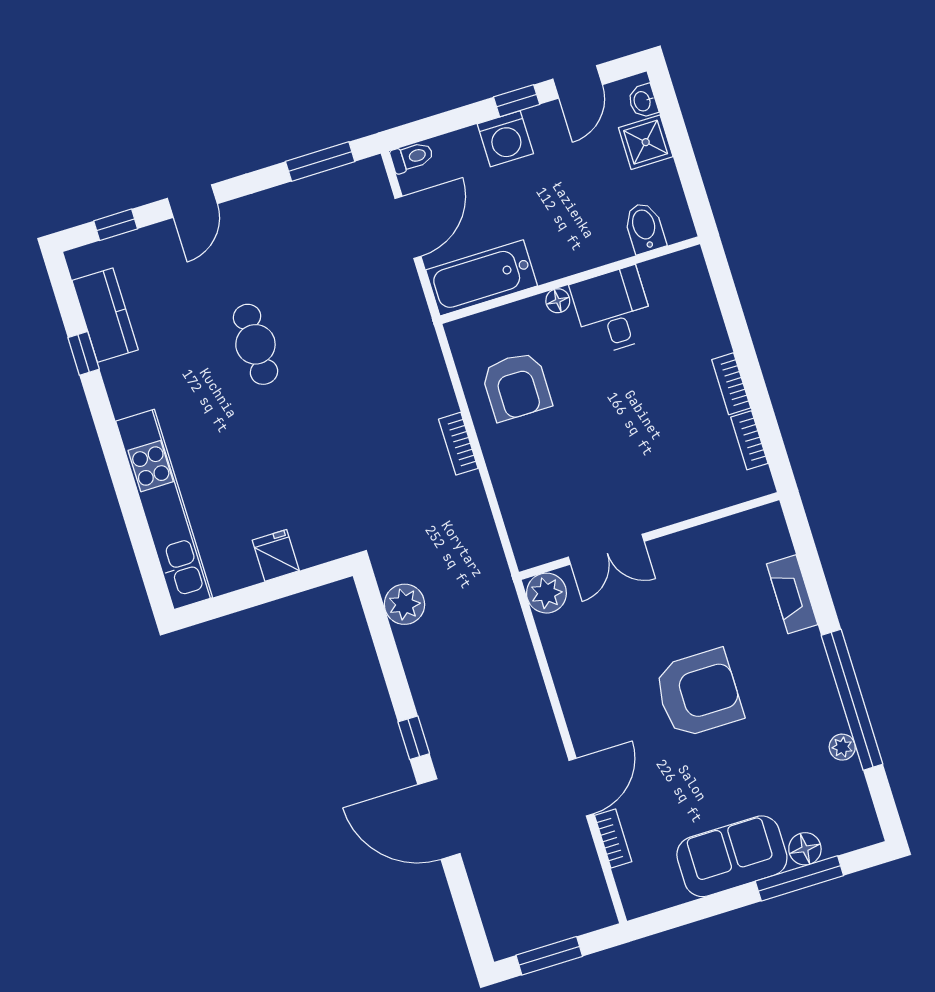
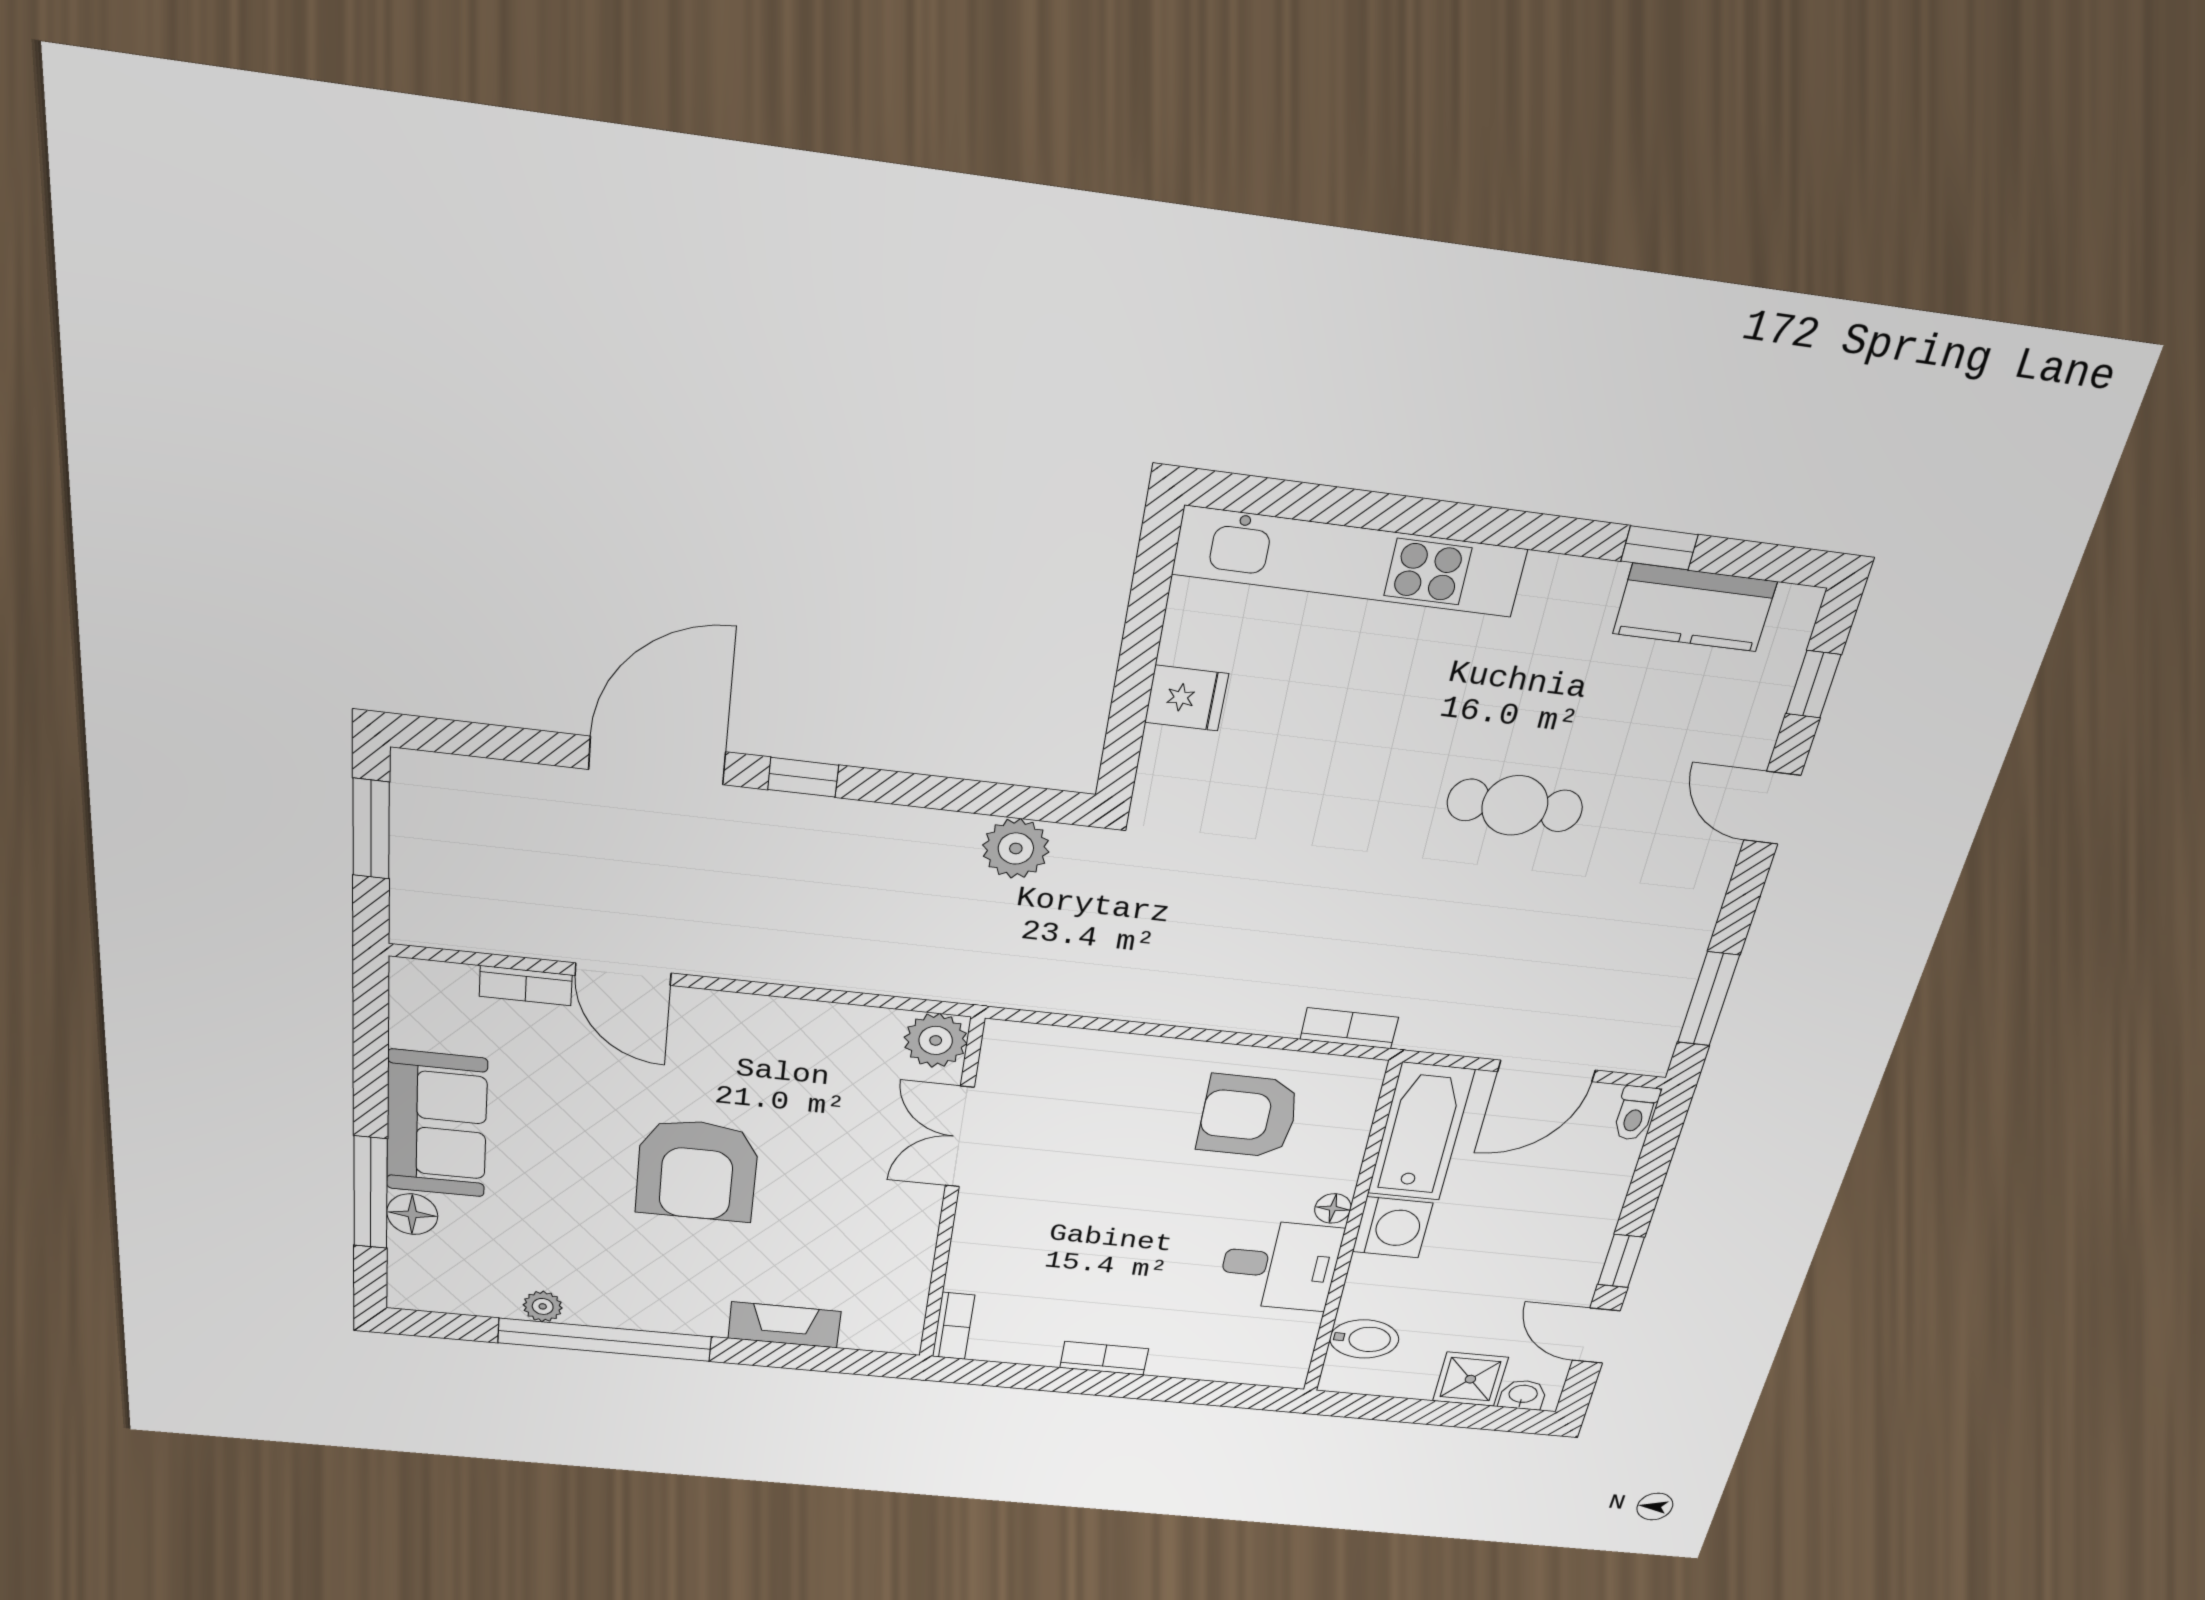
washing machine: (505, 139) -> (1393, 1227), moved, turned 180
door: (408, 227) -> (1546, 1071), hinge flipped
bookcase: (749, 440) -> (953, 1326), moved, turned 90
bookcase: (458, 444) -> (1349, 1028), moved

